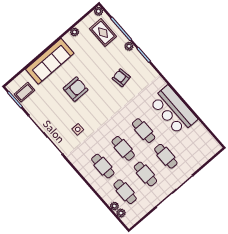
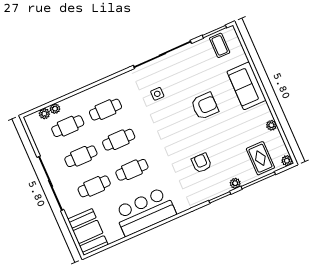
rug: (103, 33) -> (260, 158), turned 90
sofa: (50, 61) -> (246, 86), width x0.73
armchair: (121, 78) -> (201, 163), turned -80
armchair: (76, 89) -> (205, 106), turned -90
booth: (203, 150) -> (88, 232), added

